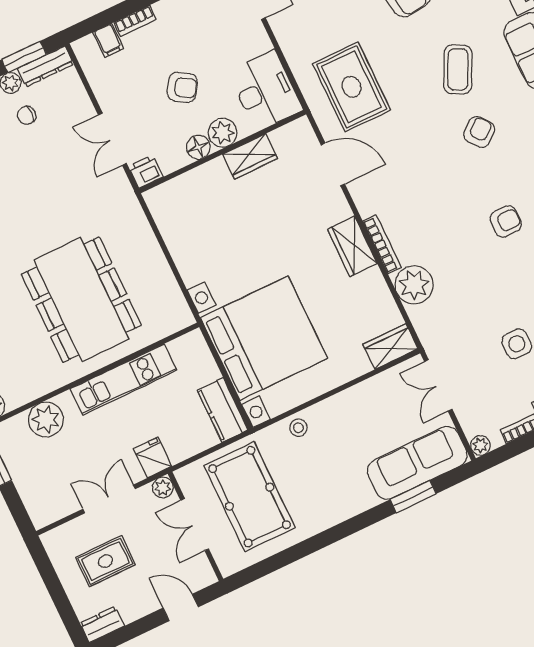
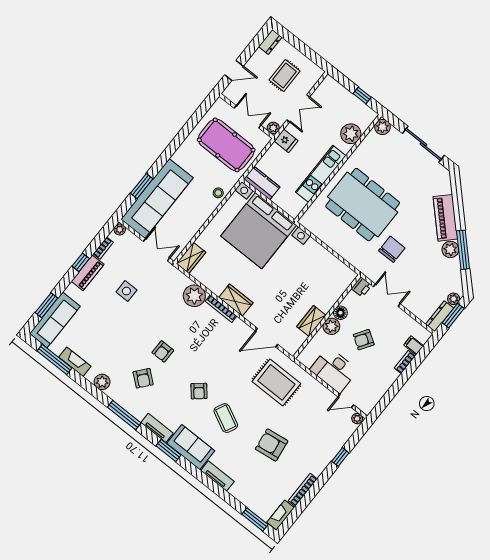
desk: (265, 91) -> (334, 370), moved
chair: (27, 115) -> (392, 249), moved, width x1.87, depth x1.87
sofa: (417, 463) -> (157, 198), width x1.36, depth x1.27

